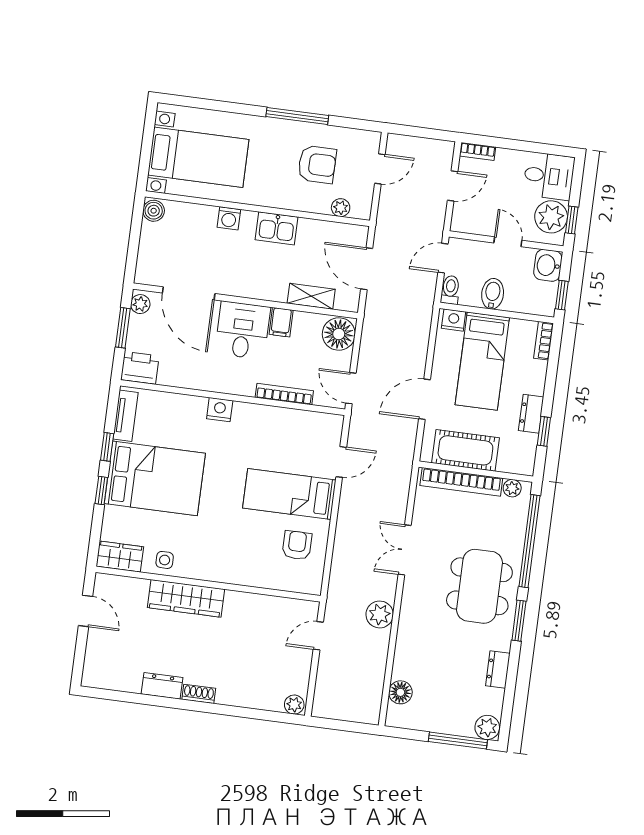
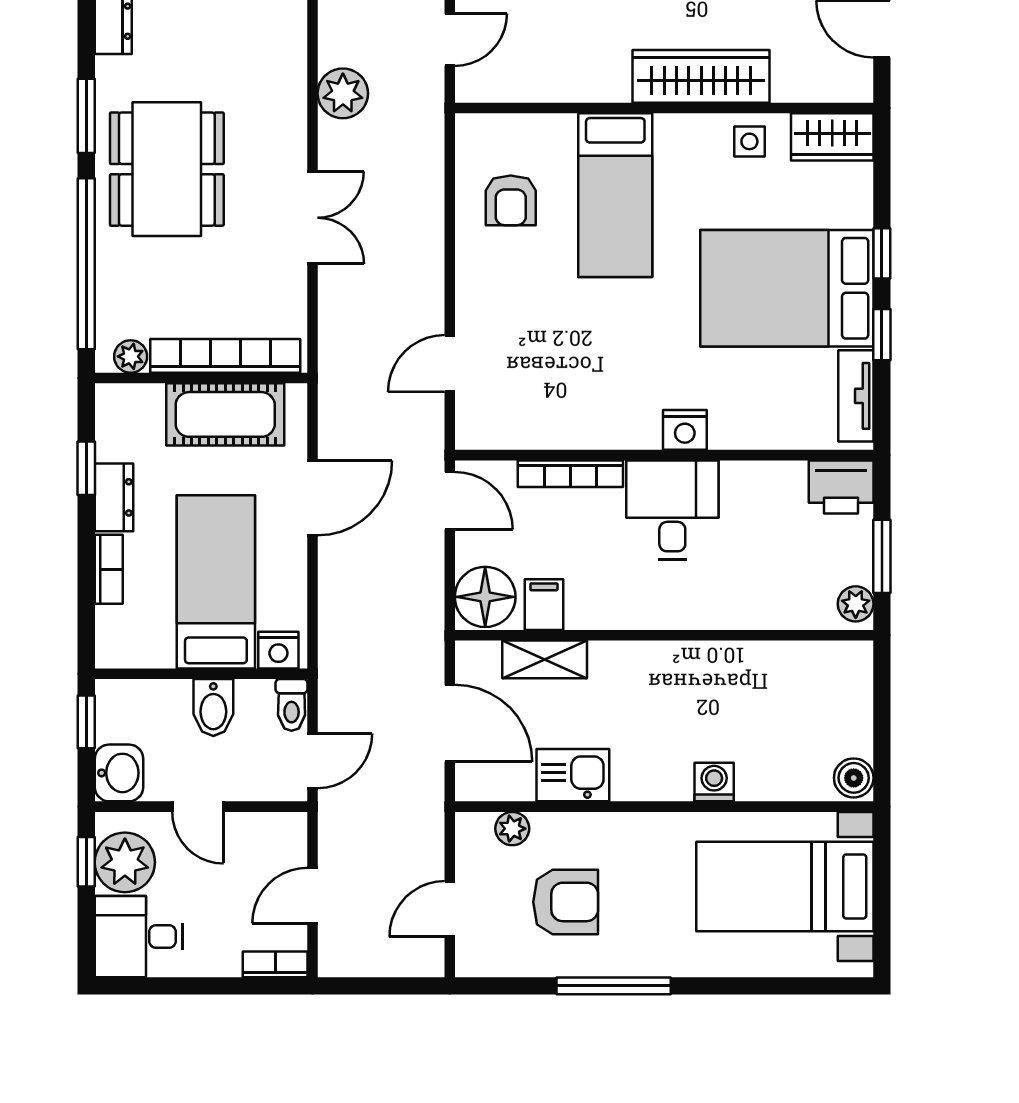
armchair: (317, 164) -> (566, 902), turned 180
kitchen sink: (277, 228) -> (573, 775), moved
door: (189, 293) -> (770, 635), removed
filing cabinet: (281, 322) -> (544, 605), moved
desk: (243, 330) -> (672, 510), moved, turned 180
bookcase: (544, 341) -> (109, 569), moved
bed: (289, 494) -> (615, 195), moved, turned 90

